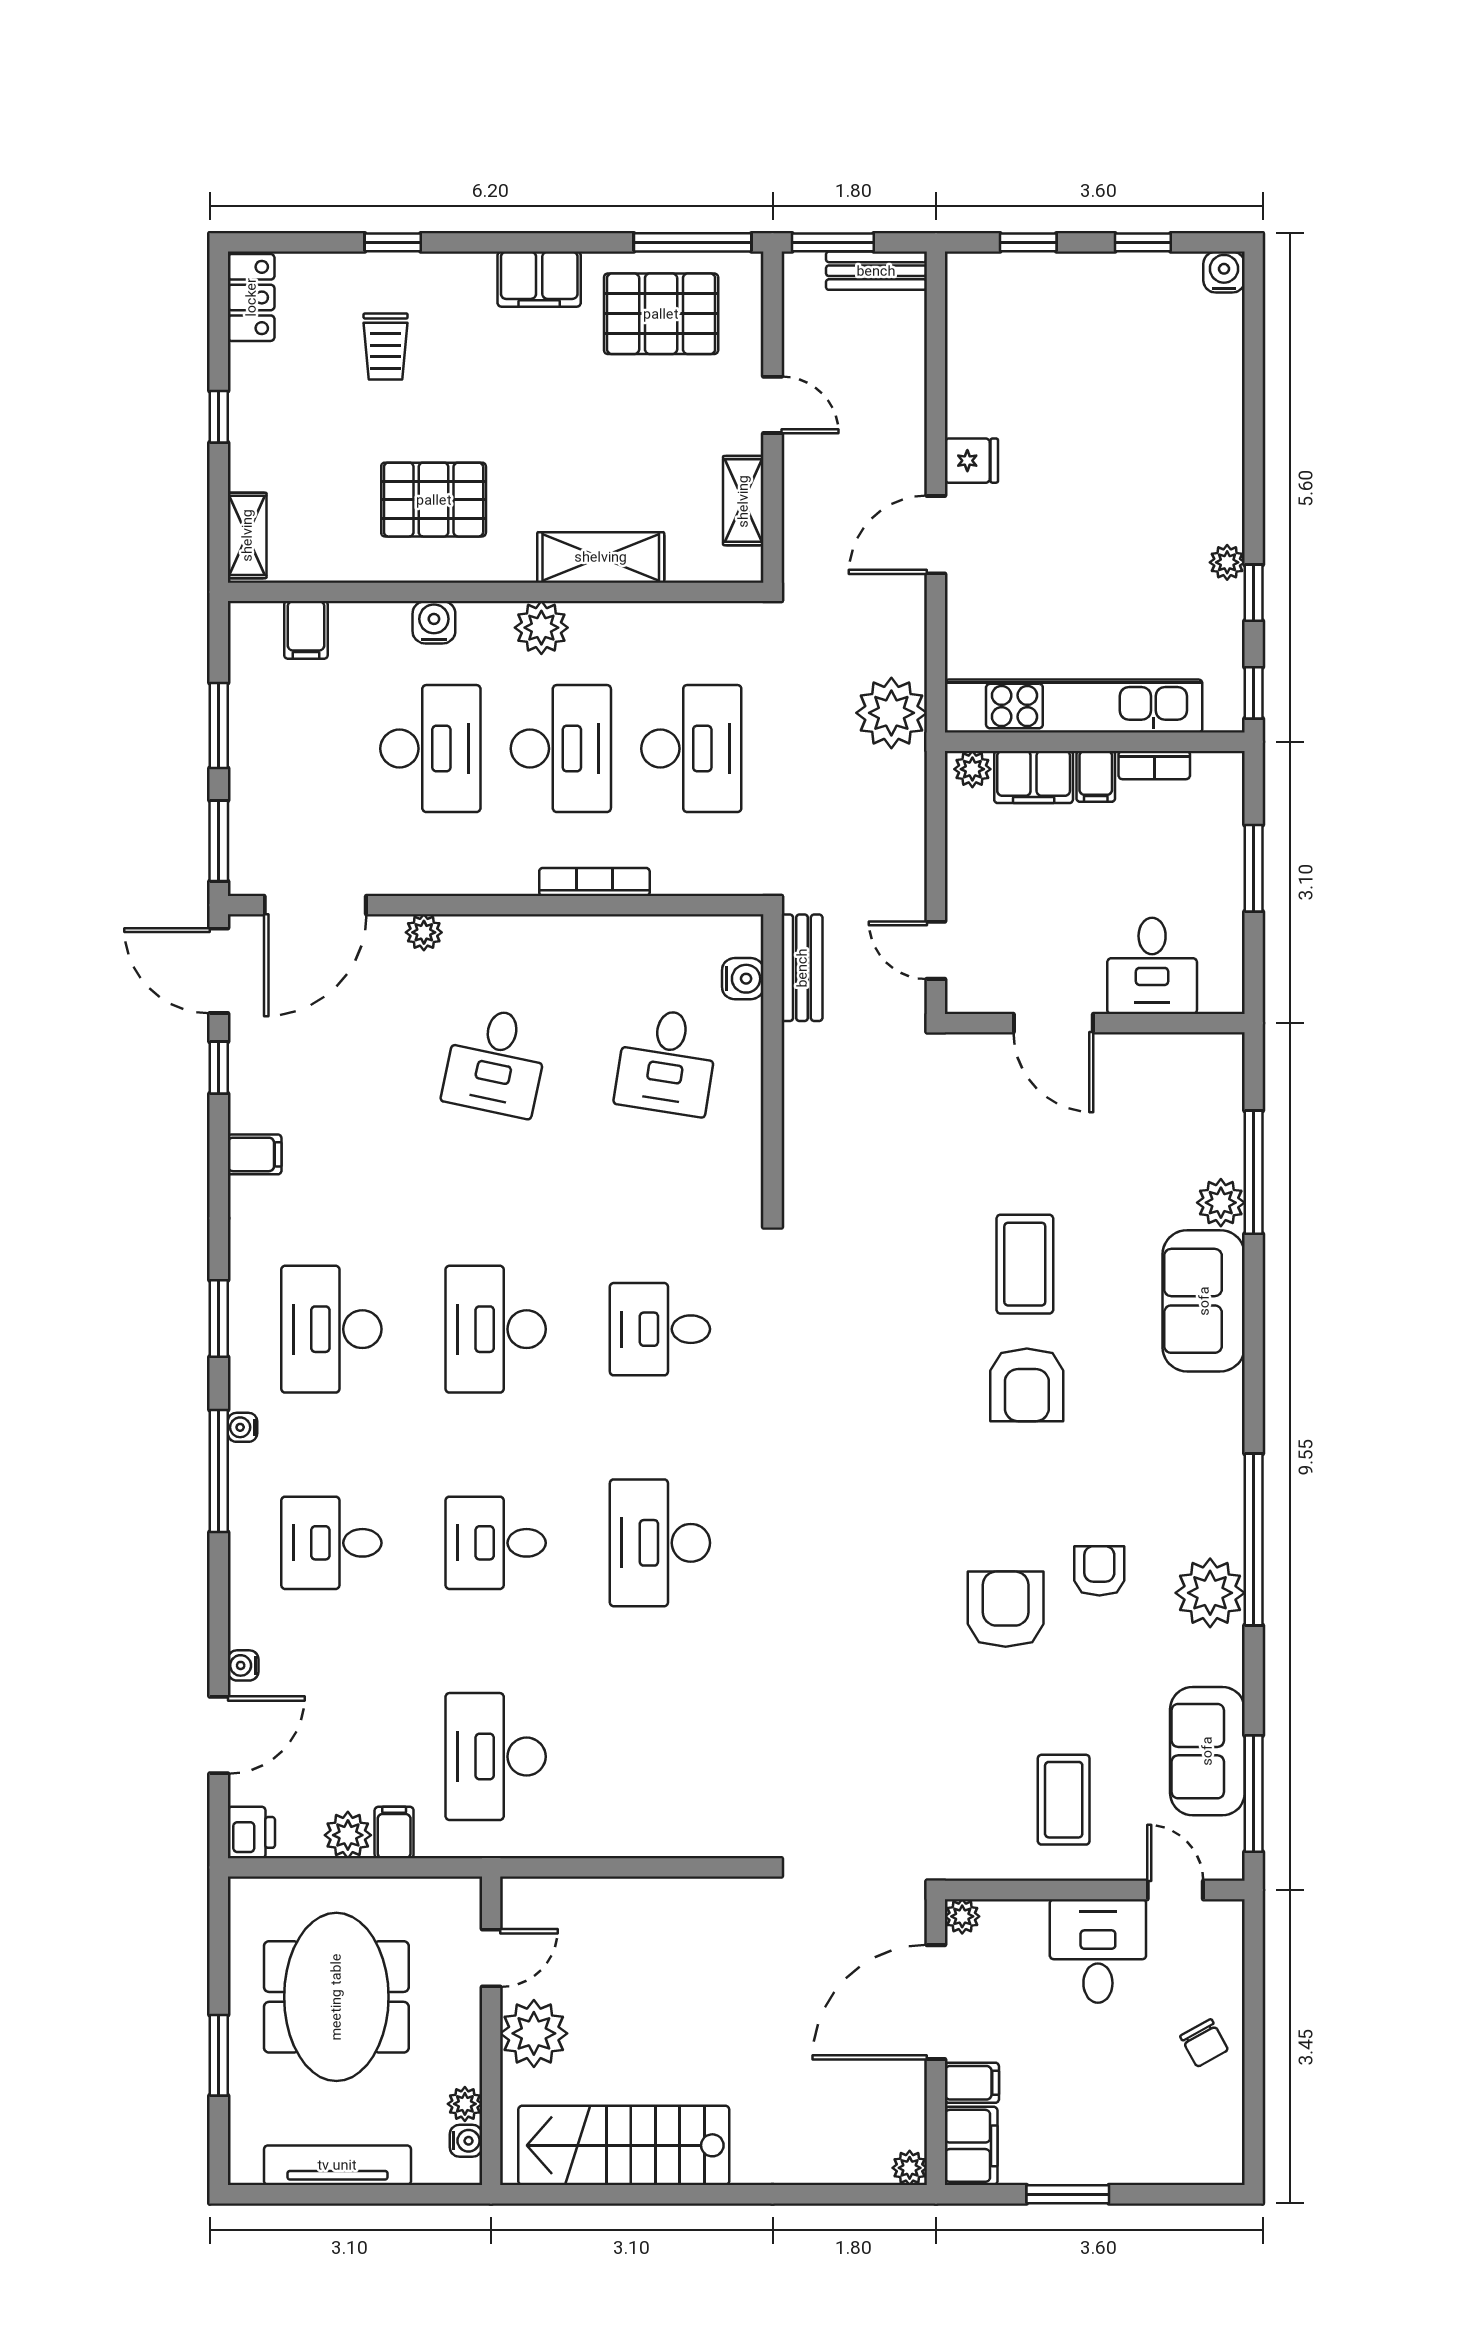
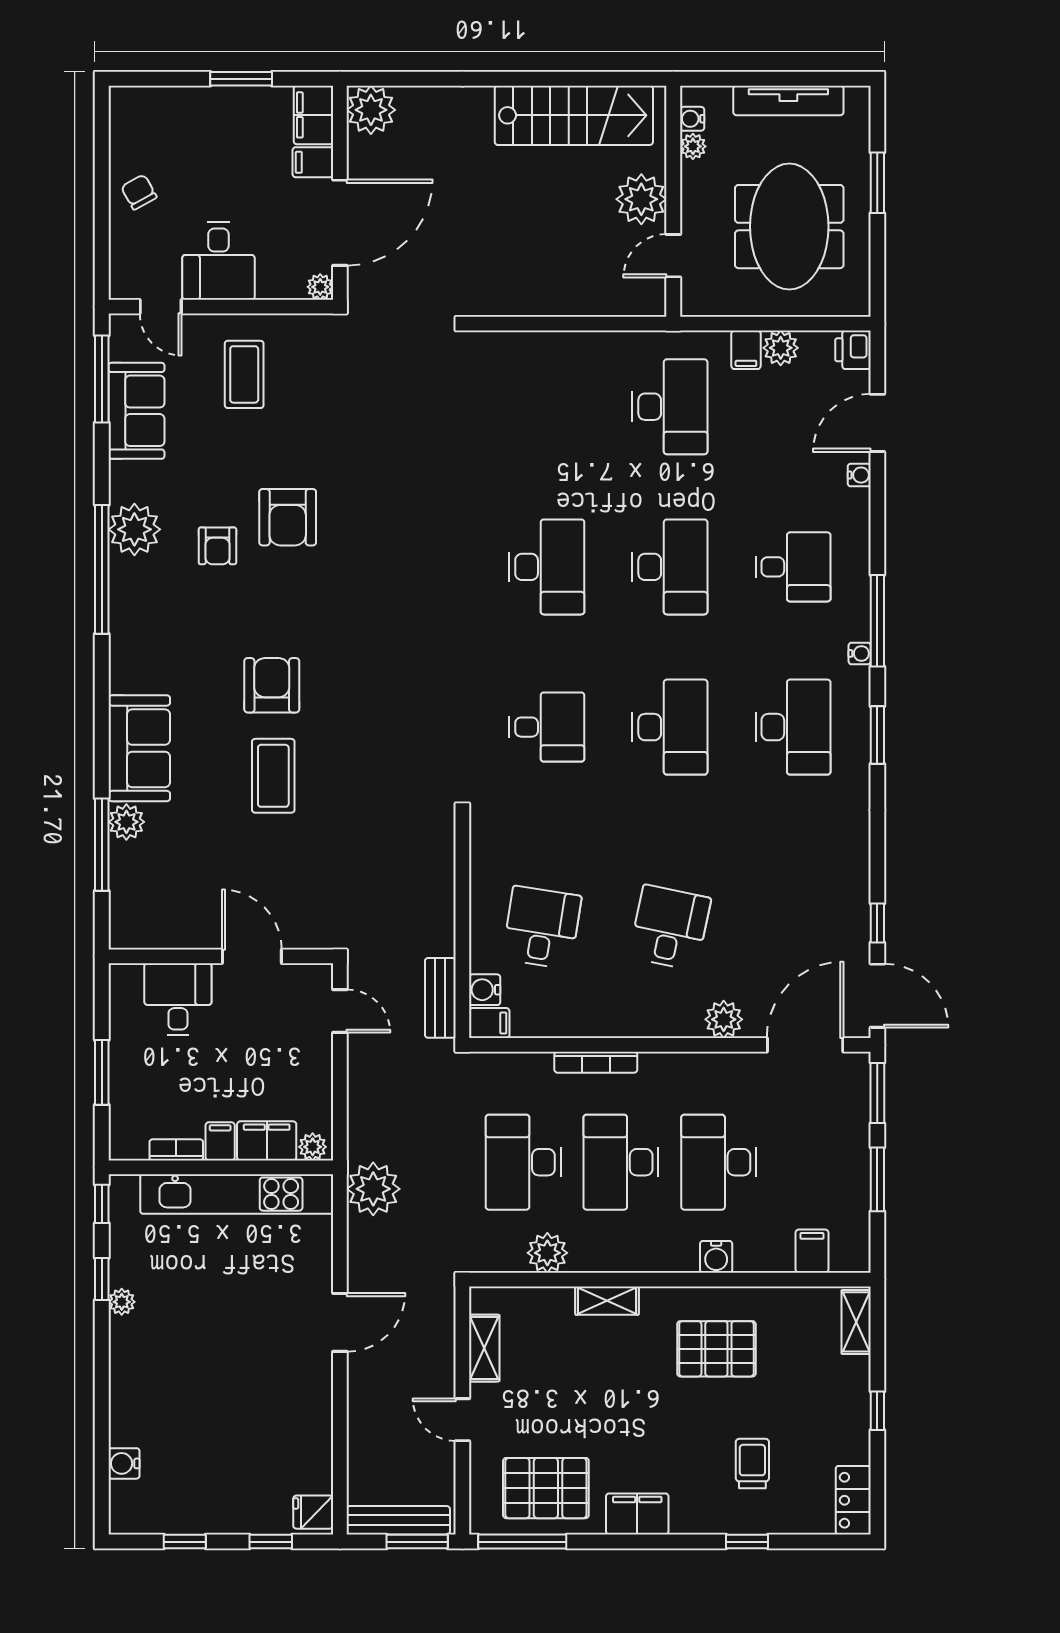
bench: (876, 271) -> (398, 1520), width x1.36
water cooler: (1224, 272) -> (124, 1463), moved, turned 90
fridge: (971, 461) -> (313, 1512), moved
shelving: (601, 557) -> (607, 1301), width x0.67, depth x0.75
plant: (541, 628) -> (547, 1253), moved
plant: (424, 932) -> (724, 1019), width x1.38, depth x1.38
filing cabinet: (255, 1154) -> (489, 1023), moved, turned 180
desk: (496, 1543) -> (670, 567), width x1.37
plant: (910, 2168) -> (371, 110), width x1.87, depth x1.87

